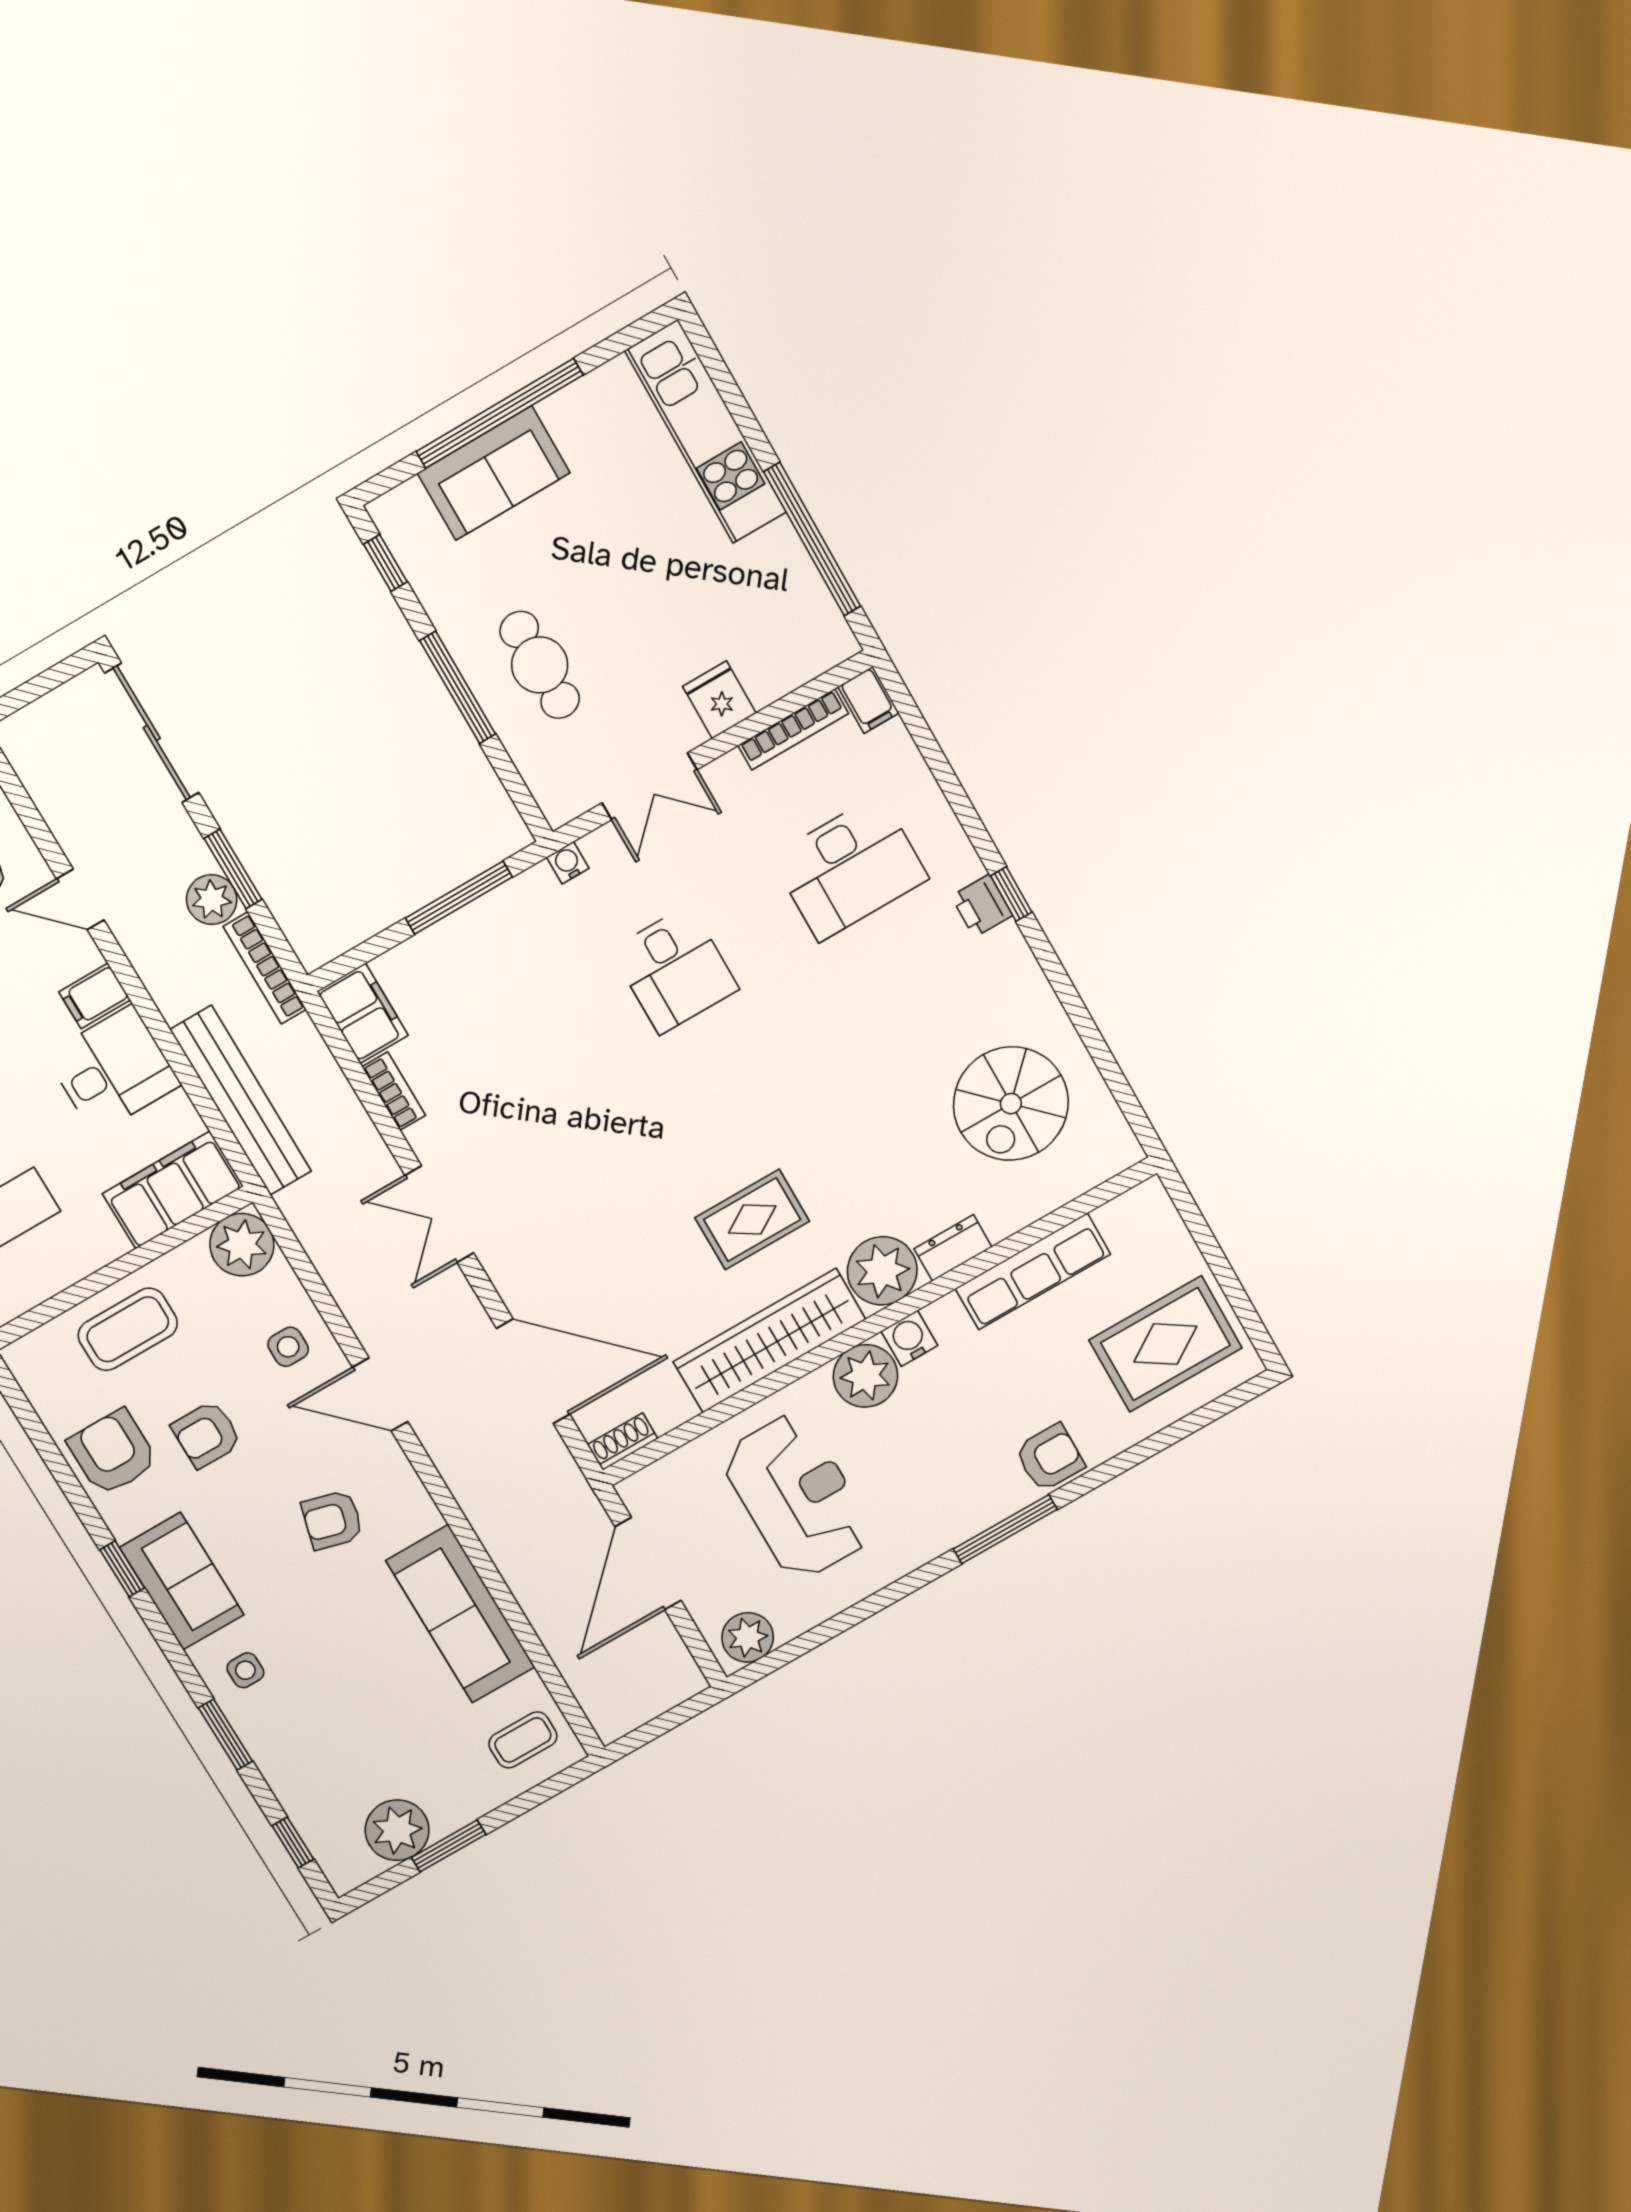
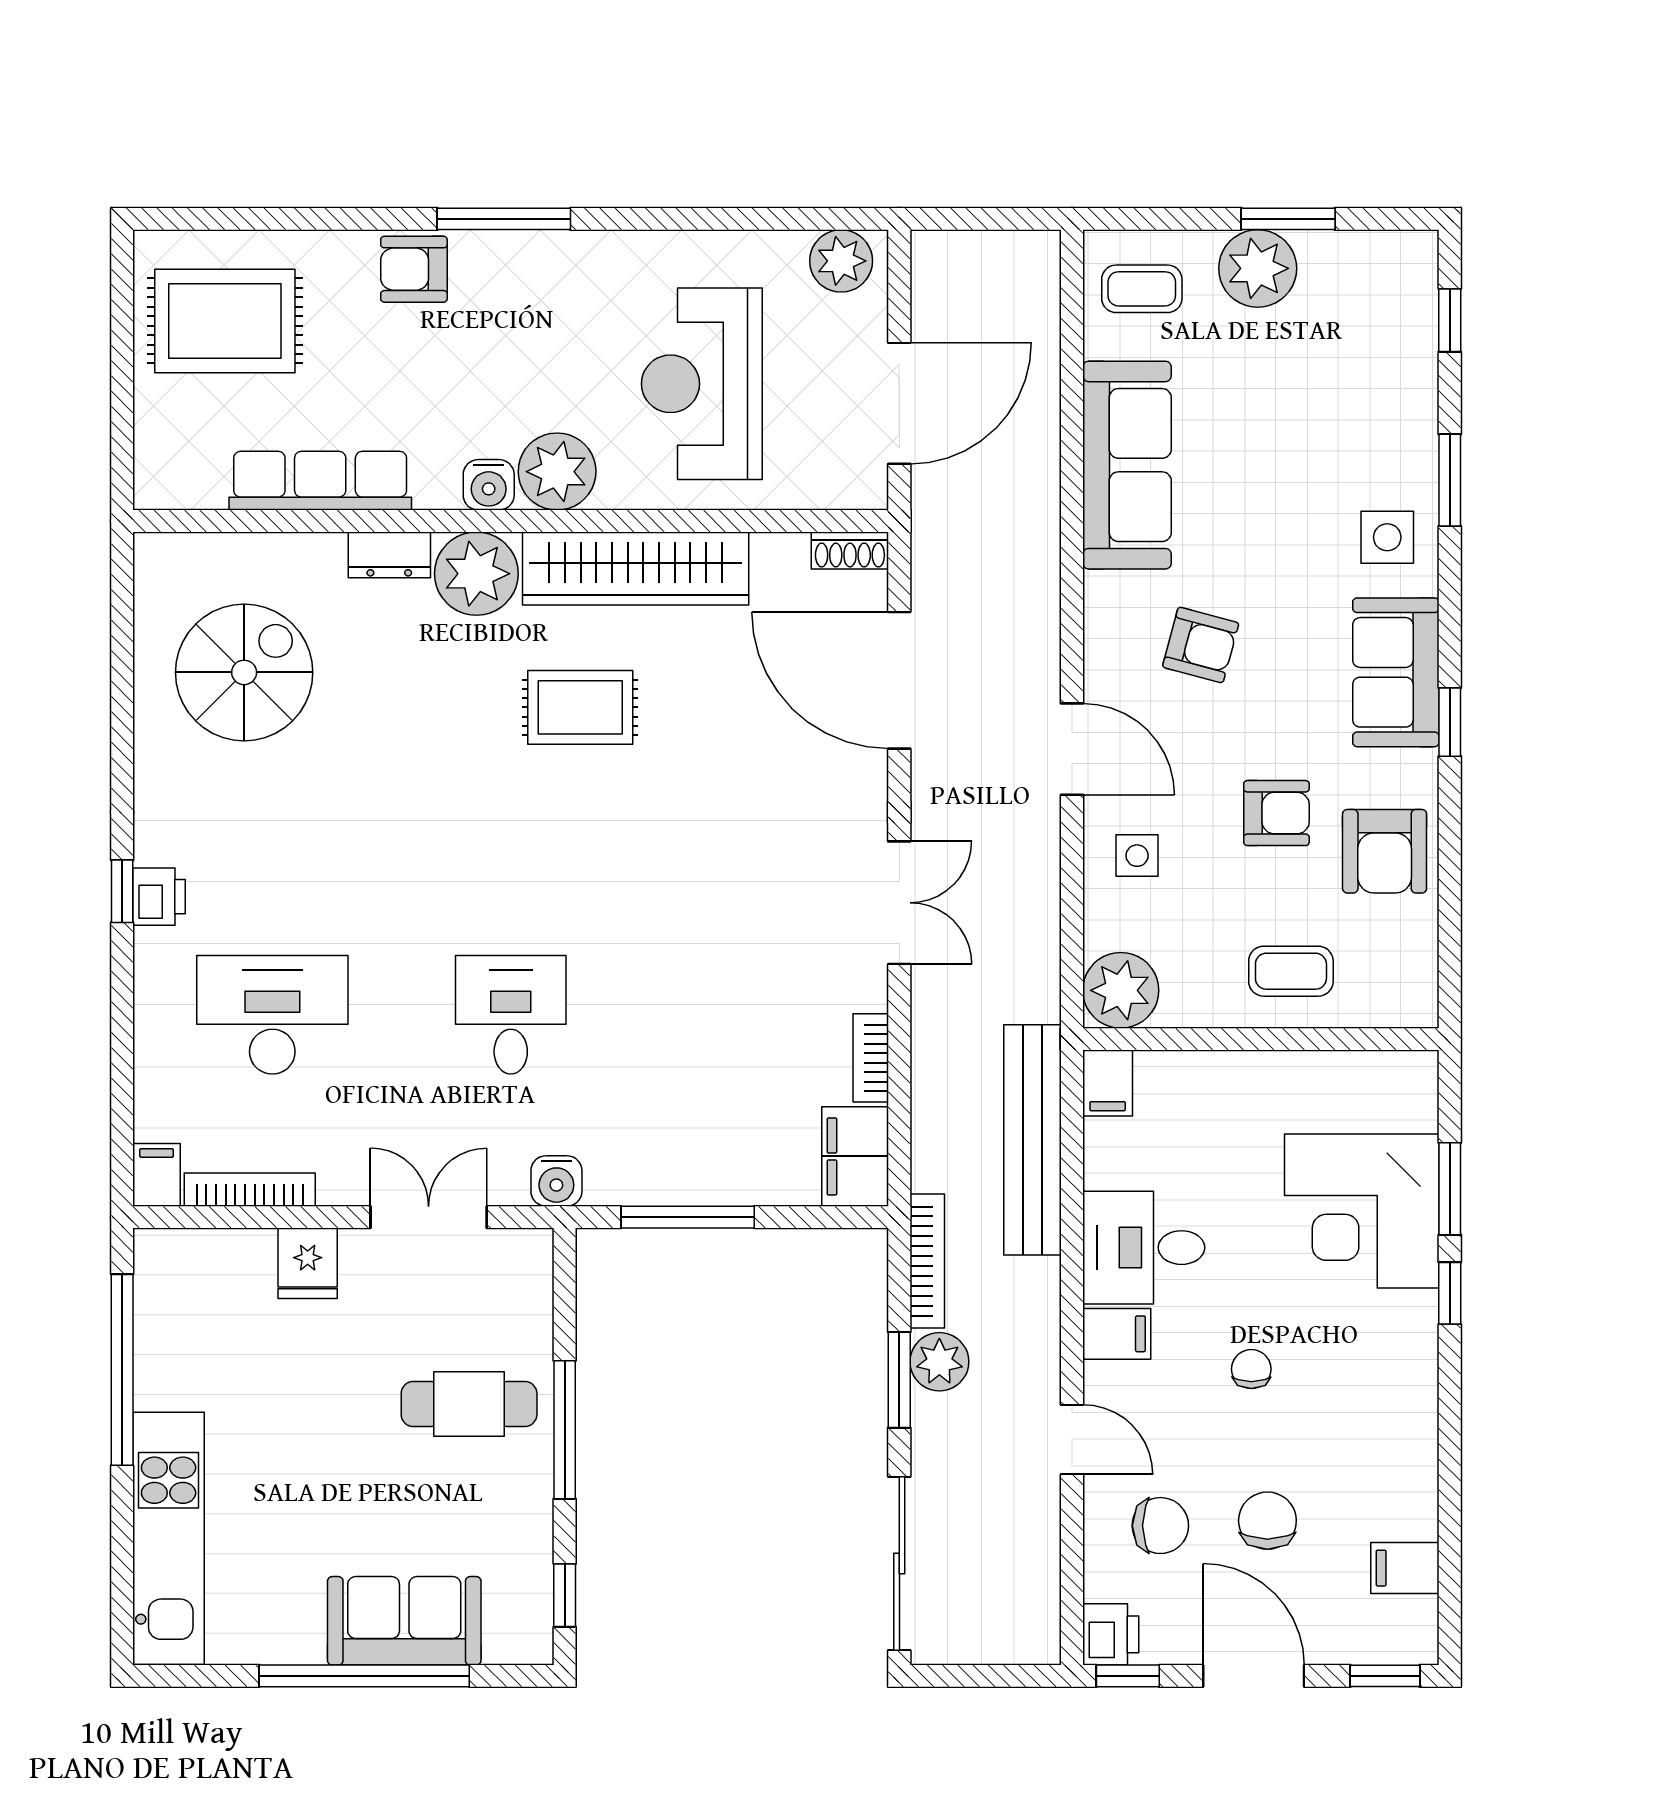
cafe table: (540, 665) -> (469, 1404), turned 90
water cooler: (568, 863) -> (556, 1181), width x1.38, depth x1.38
filing cabinet: (173, 1190) -> (1108, 1083), width x0.33, depth x0.86
coffee table: (128, 1329) -> (1291, 971), width x0.73, depth x0.77
side table: (245, 1670) -> (1387, 537), width x1.37, depth x1.37
plant: (397, 1830) -> (1258, 268), moved

